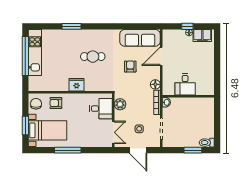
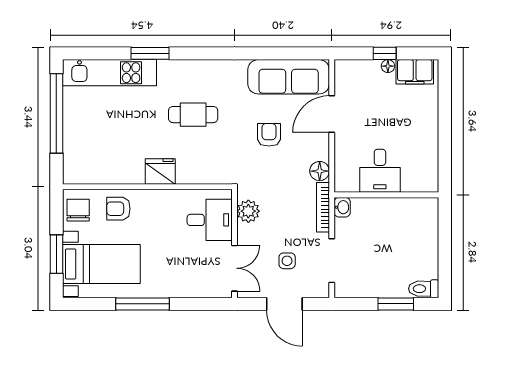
kitchen unit: (35, 53) -> (109, 73), moved, turned 90

